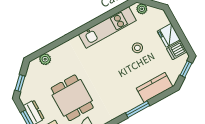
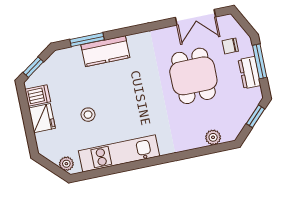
kitchen counter: (155, 87) -> (105, 51), moved
window: (138, 109) -> (87, 40), moved

